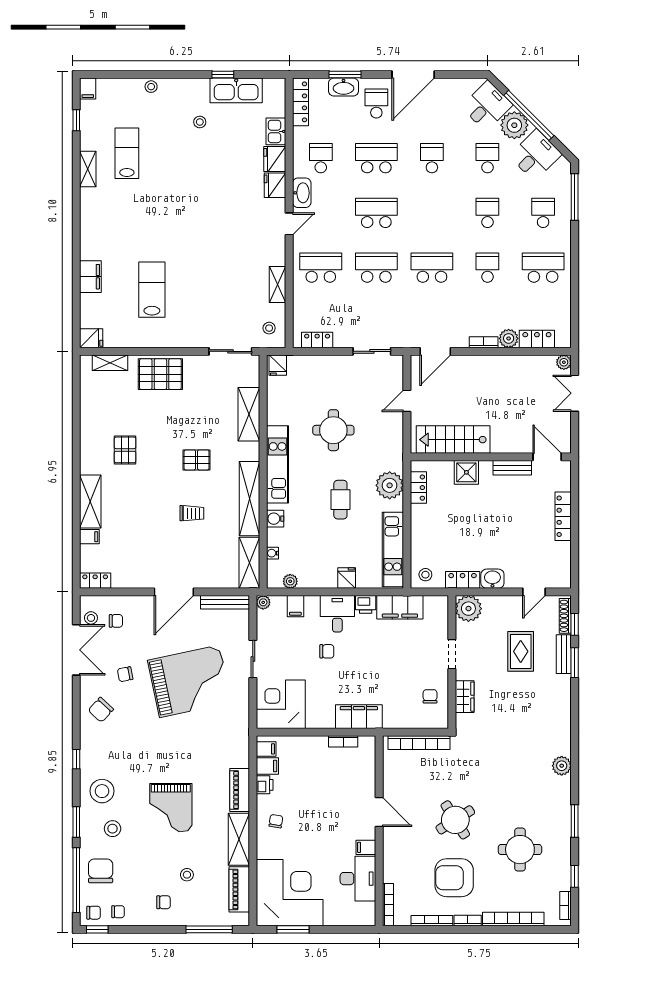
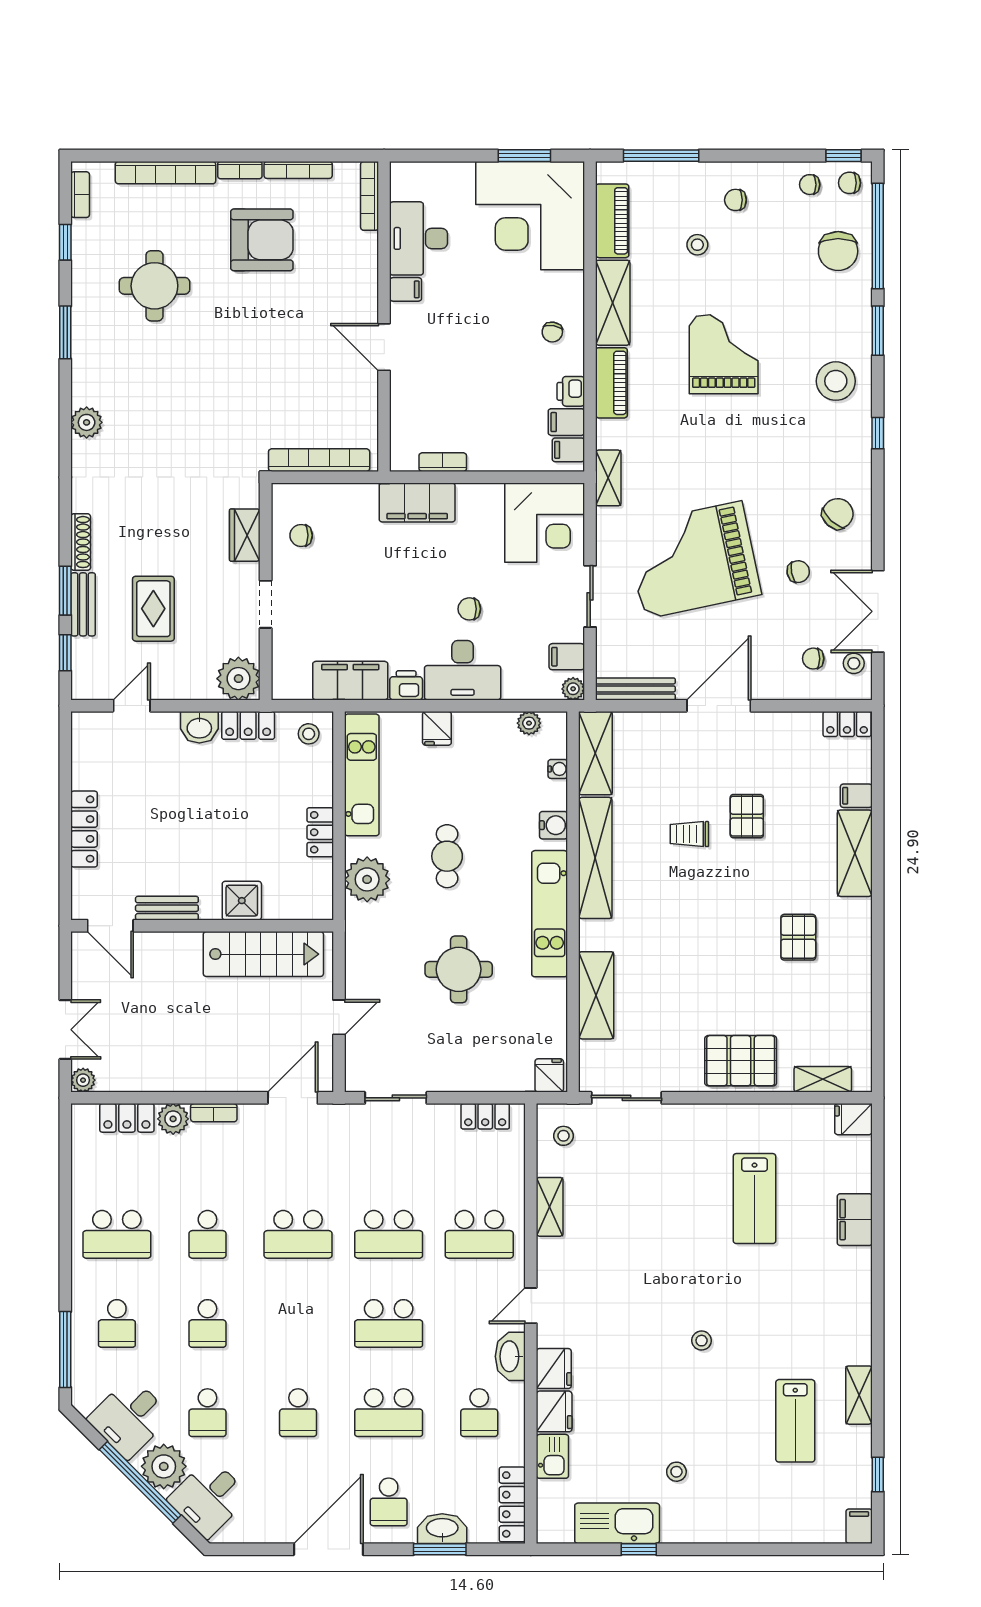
stool: (151, 87) -> (702, 1341), moved
pallet: (197, 460) -> (747, 816), moved, turned 90
locker: (418, 488) -> (320, 832), moved
filing cabinet: (295, 606) -> (567, 657), moved, turned -90
desk: (337, 614) -> (463, 670), width x1.37
shoe rack: (565, 616) -> (81, 542), moved
chair: (430, 696) -> (301, 535), turned 90
shelving: (242, 732) -> (608, 478), added
round table: (455, 820) -> (260, 334), removed
stool: (113, 829) -> (819, 320), removed

